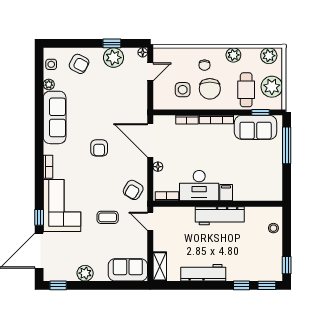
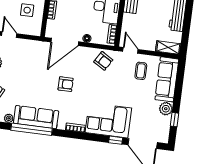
window: (39, 114) -> (32, 129), added
coffee table: (108, 217) -> (141, 71), moved
door: (150, 221) -> (130, 50), swing flipped
sofa: (128, 270) -> (167, 79), width x1.36
window: (58, 285) -> (174, 120), moved

